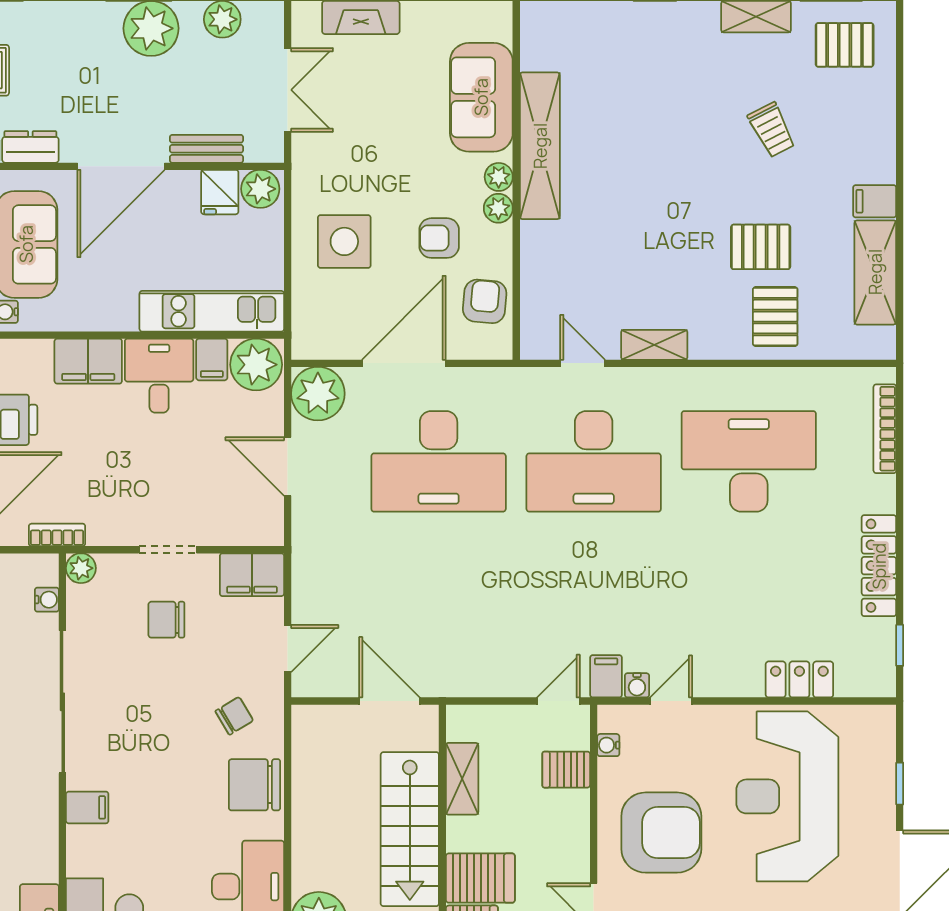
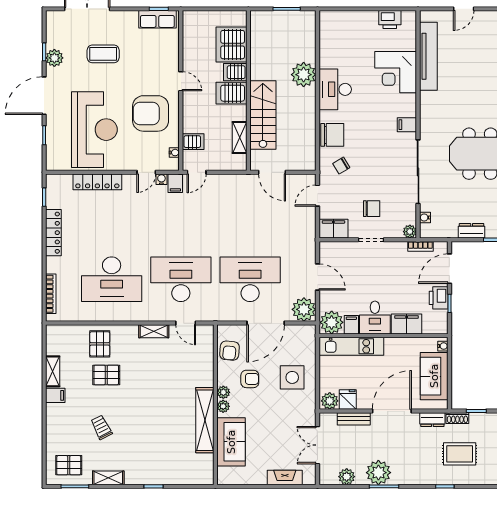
shelving: (875, 272) -> (53, 371), width x0.67, depth x0.75
locker: (799, 679) -> (97, 182), width x1.53

